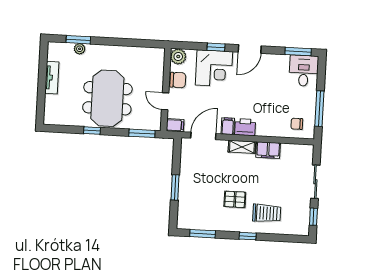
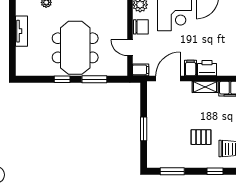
window: (142, 133) -> (94, 79), moved

